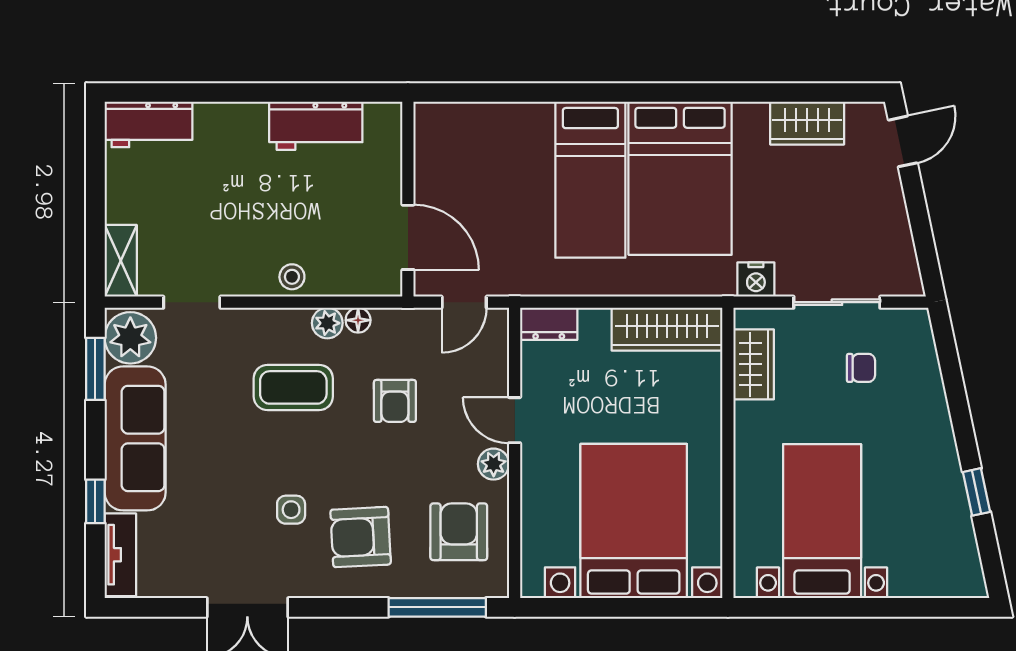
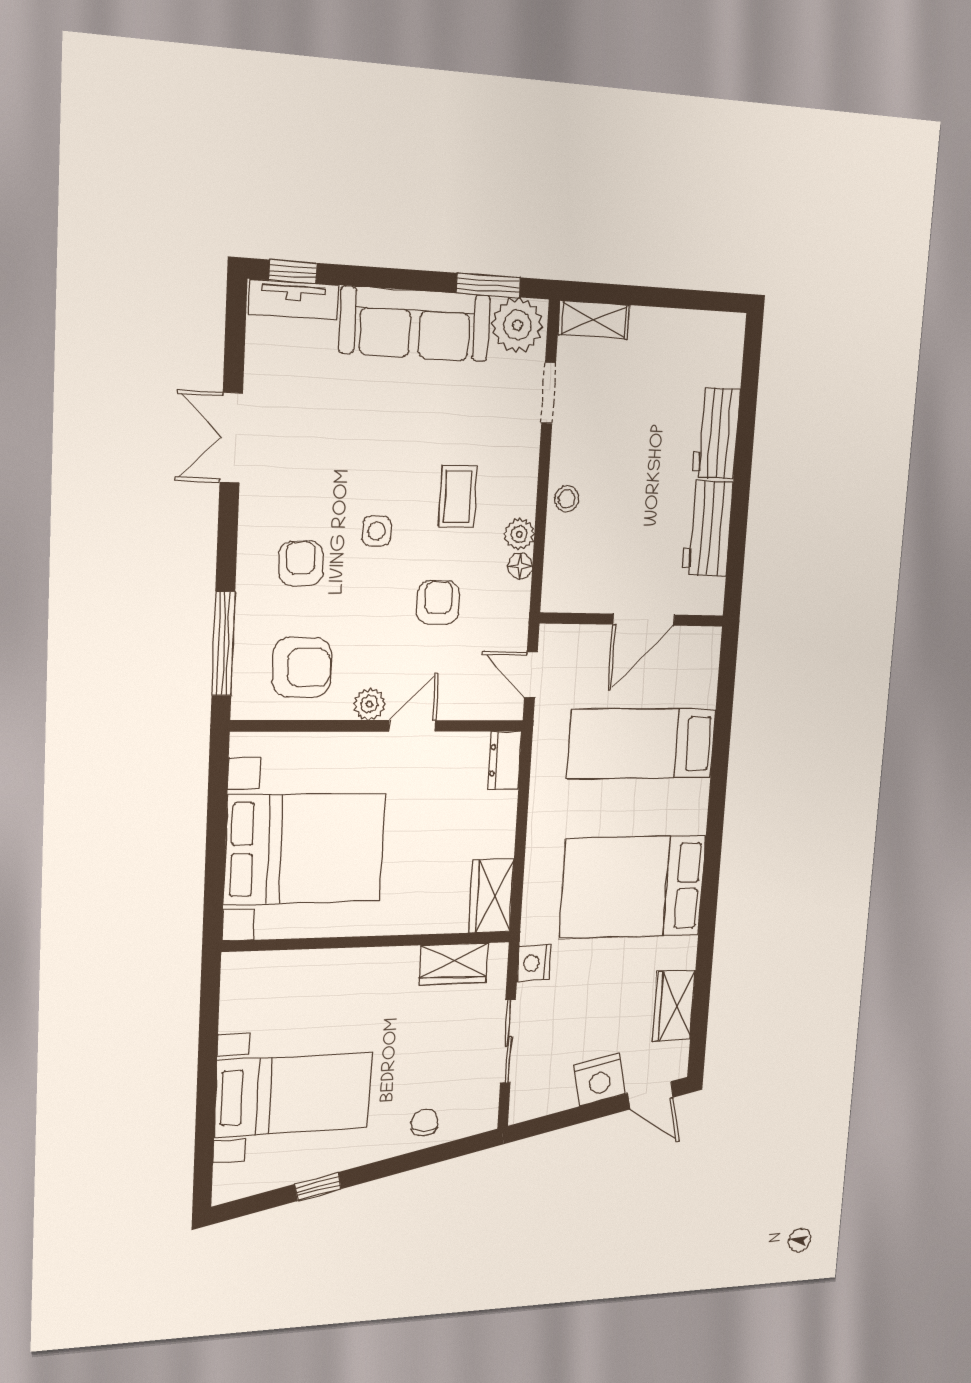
workbench: (148, 124) -> (716, 433), moved
bed: (590, 180) -> (642, 744), moved
nightstand: (882, 200) -> (599, 1079), added
door: (408, 237) -> (644, 620), moved
wardrobe: (667, 329) -> (491, 896), width x0.67
chair: (861, 368) -> (425, 1122), moved, turned 180
coffee table: (293, 387) -> (458, 496), width x0.73, depth x0.77
armchair: (395, 401) -> (438, 603), turned 90
window: (95, 501) -> (293, 272), moved
side table: (291, 510) -> (377, 531), moved
bed with nightstands: (822, 521) -> (293, 1094), moved
armchair: (361, 537) -> (301, 563), width x0.72, depth x0.72

